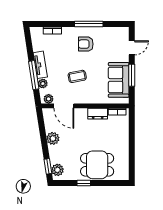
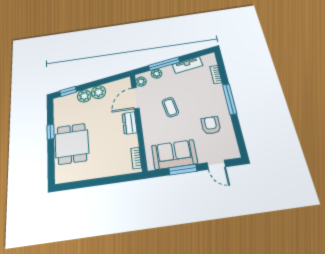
window: (89, 24) -> (230, 99), moved
armchair: (86, 44) -> (211, 125), moved
tv unit: (40, 65) -> (187, 65), moved
dresser: (98, 114) -> (130, 123), moved
plant: (57, 170) -> (84, 96), moved

